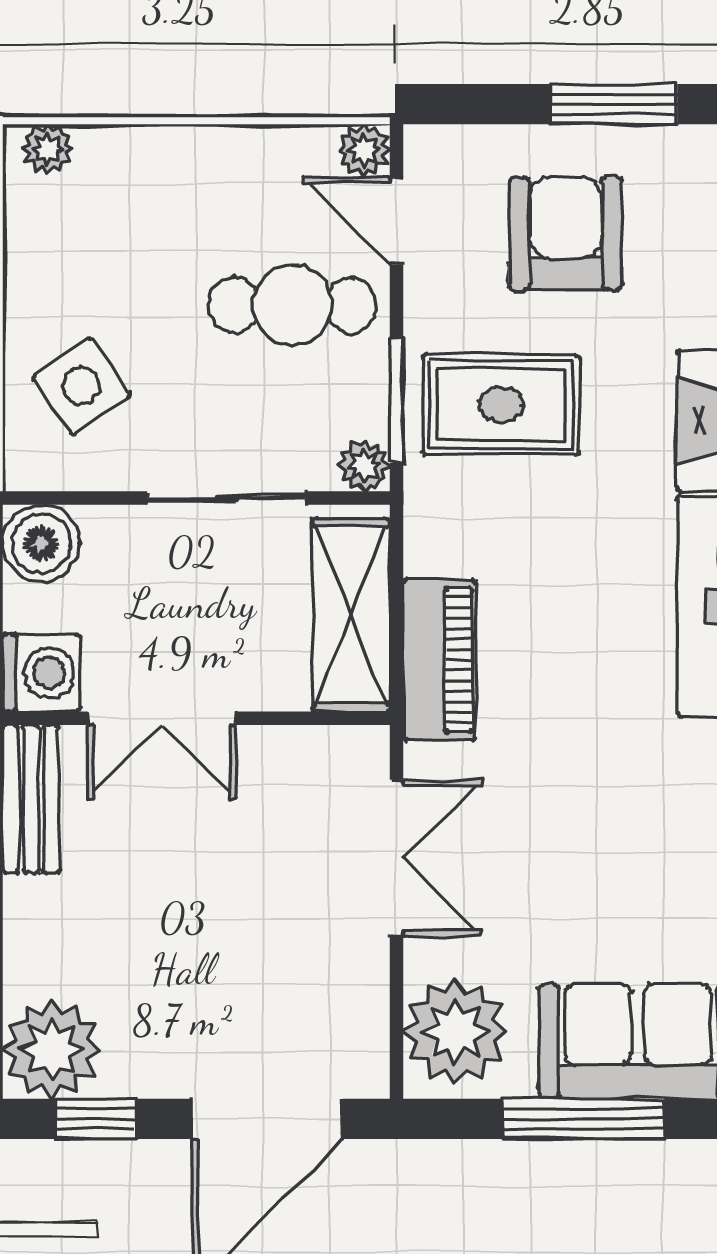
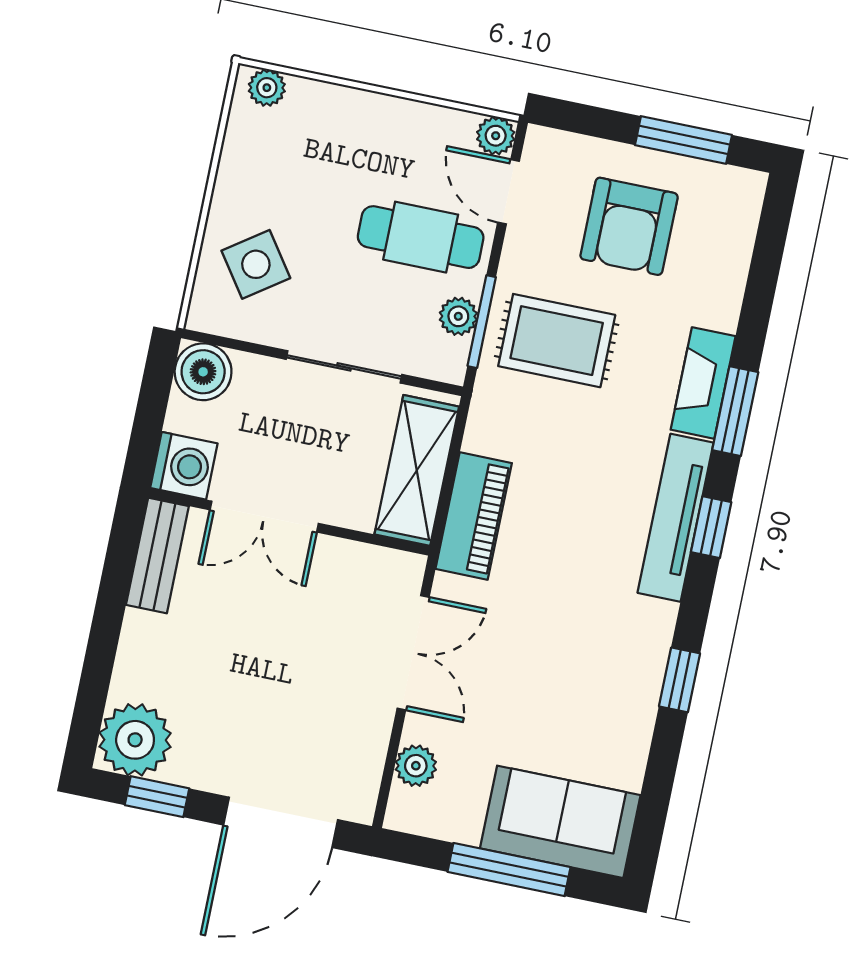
armchair: (566, 233) -> (629, 226), turned 180
plant: (364, 466) -> (458, 316), moved
plant: (455, 1031) -> (416, 766), width x0.53, depth x0.53

